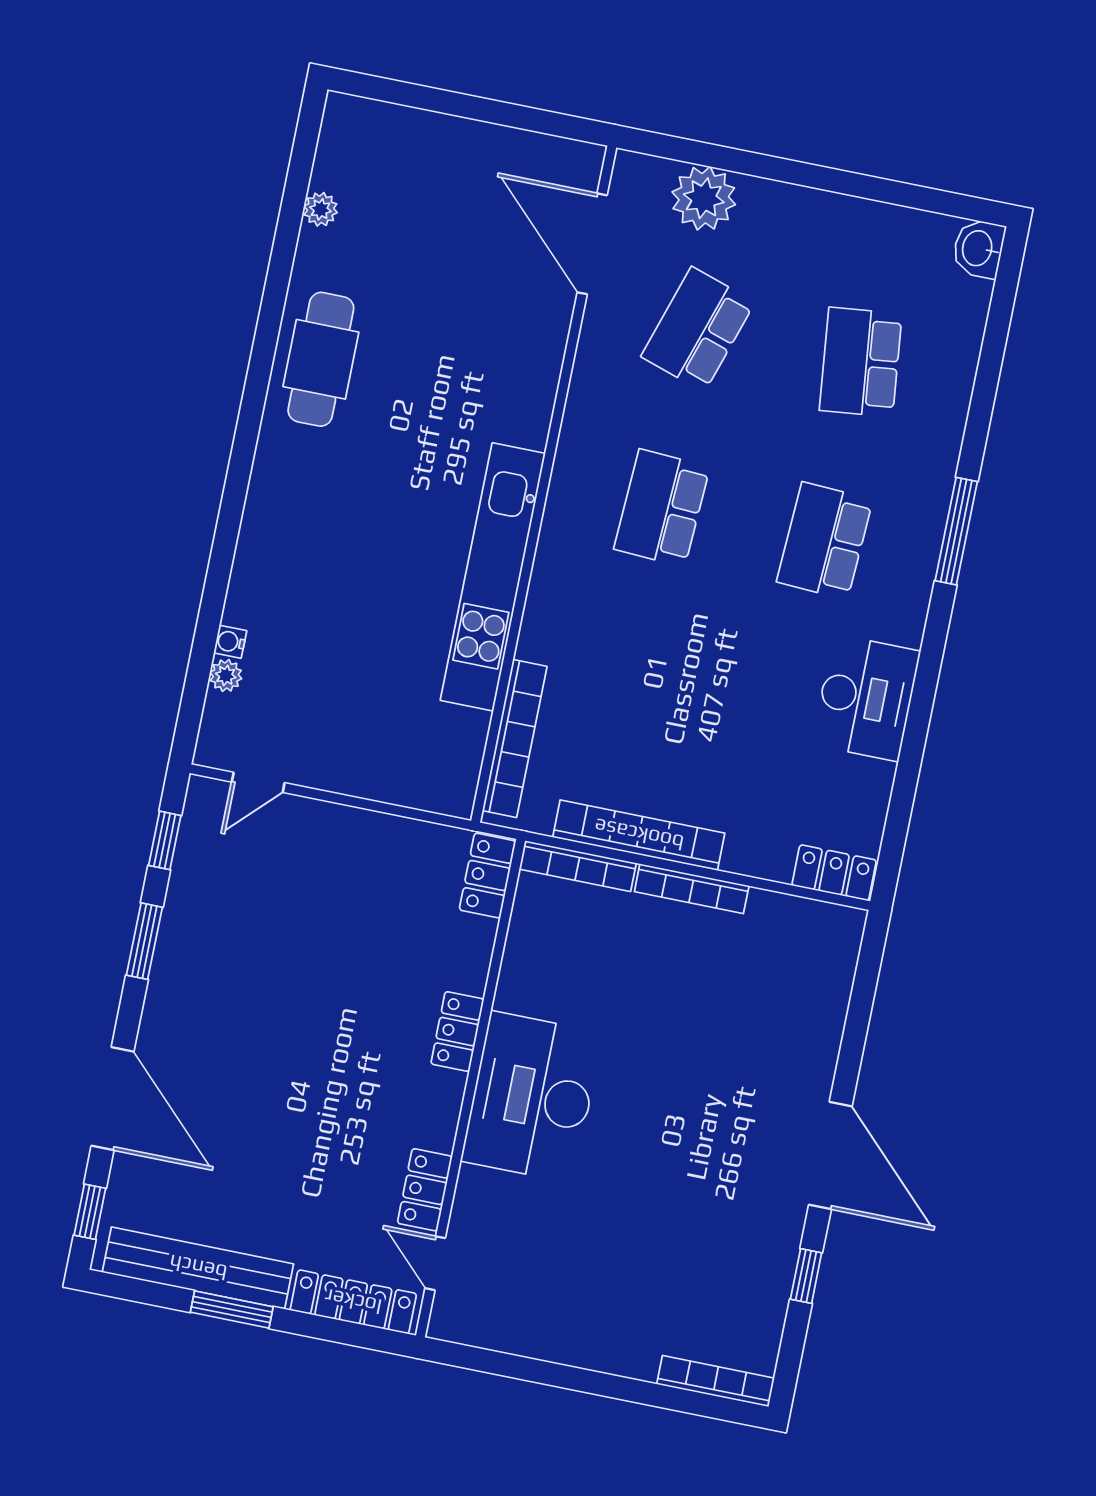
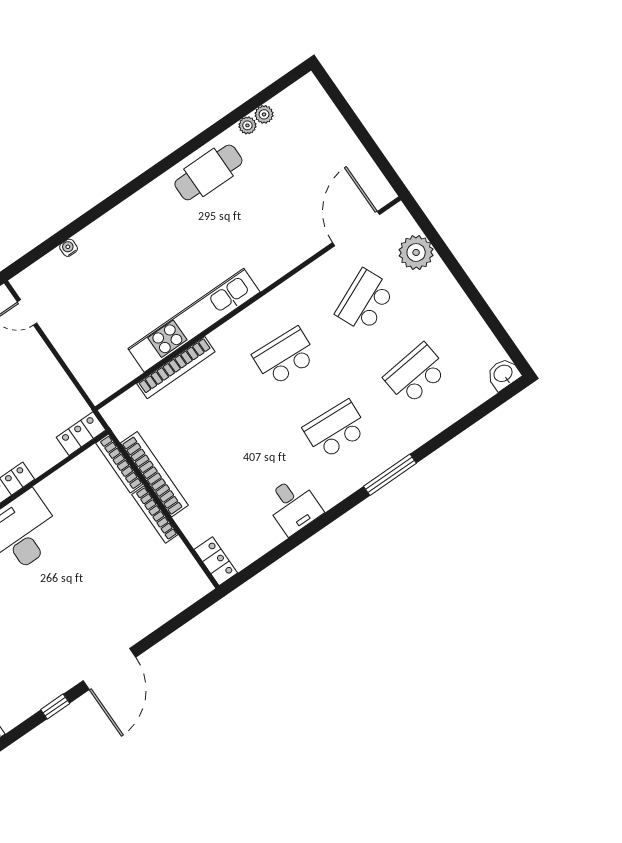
school desk: (698, 329) -> (365, 301), turned -42
plant: (226, 675) -> (247, 125), moved
desk: (866, 698) -> (293, 506), width x0.73
bookcase: (515, 738) -> (176, 368), moved

